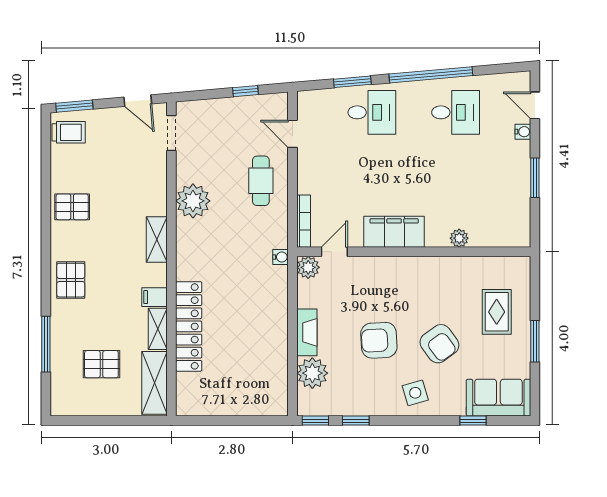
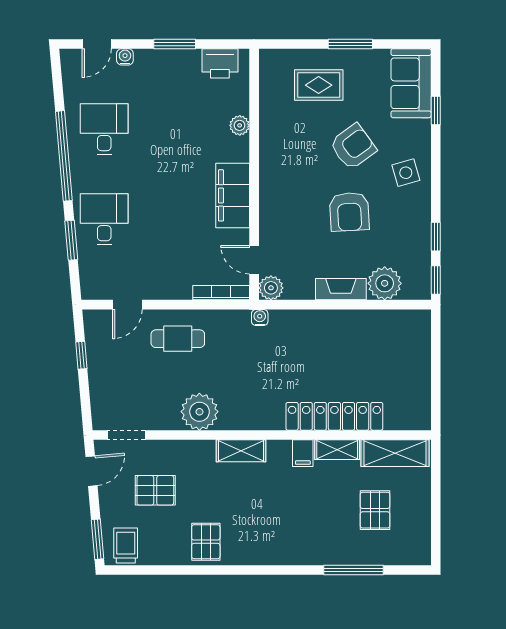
printer: (517, 220) -> (220, 63), added
pallet: (71, 280) -> (155, 490), moved

